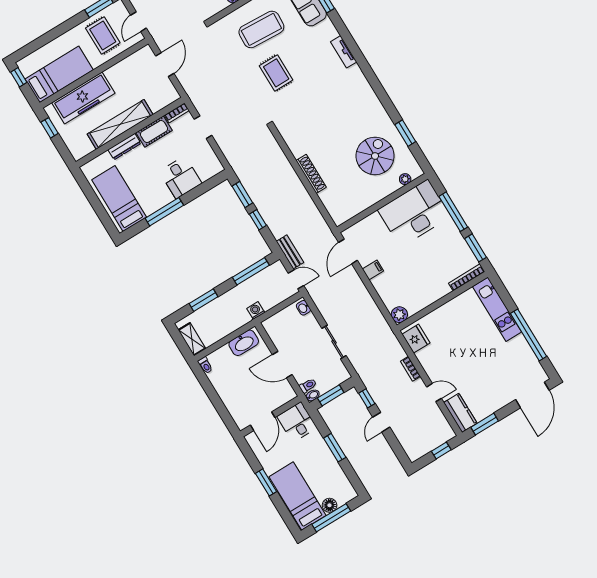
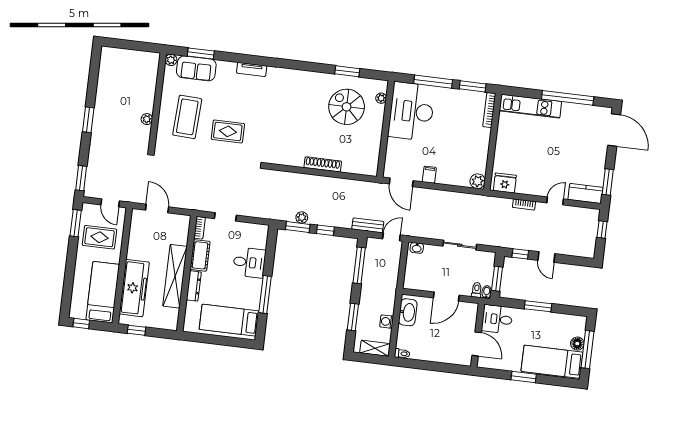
plant: (253, 192) -> (302, 217), added
washing machine: (256, 311) -> (387, 322), moved

